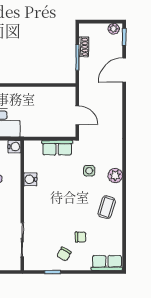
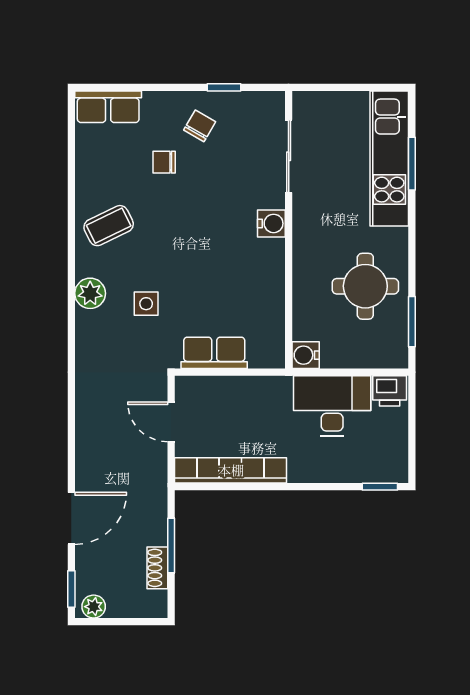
bookcase: (49, 93) -> (231, 470), added
water cooler: (30, 179) -> (271, 223), moved
coffee table: (107, 207) -> (109, 226), turned 47

